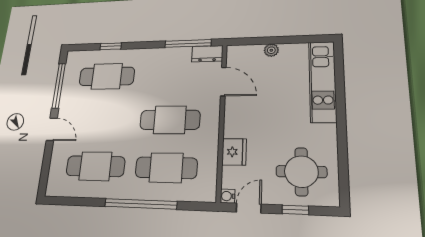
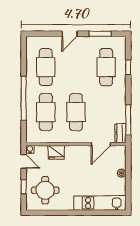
window: (59, 86) -> (100, 34), width x0.69

